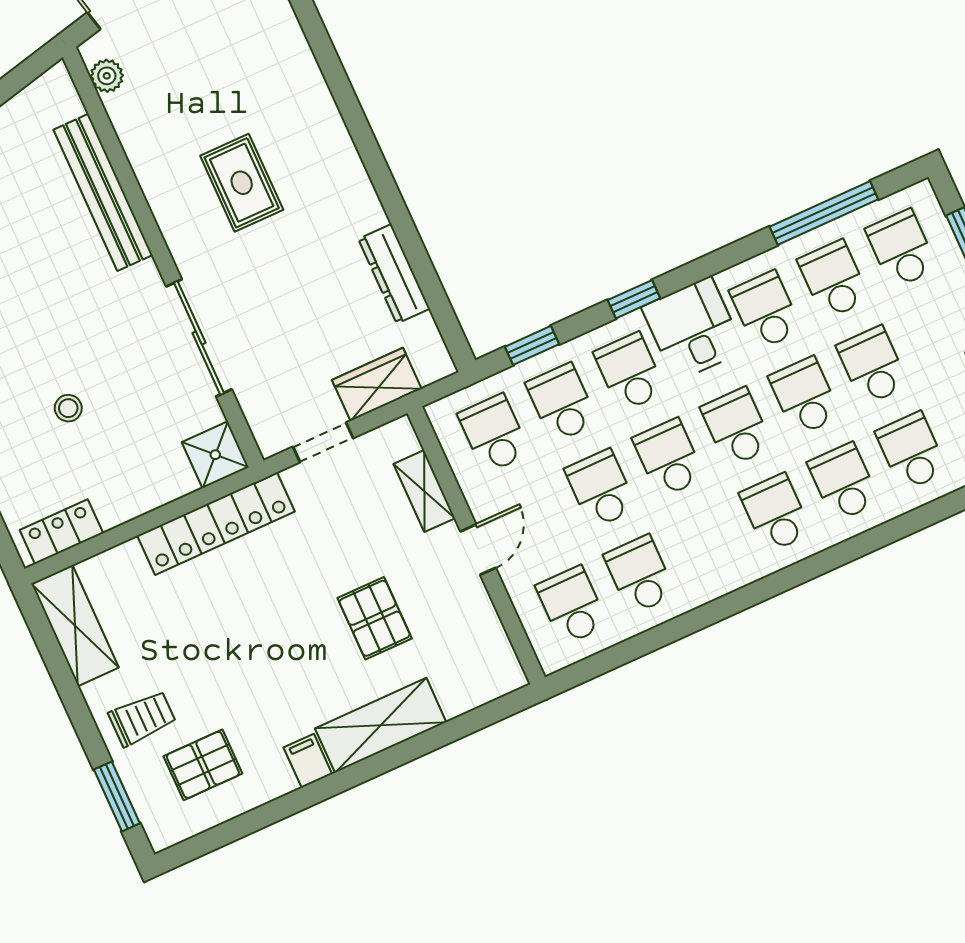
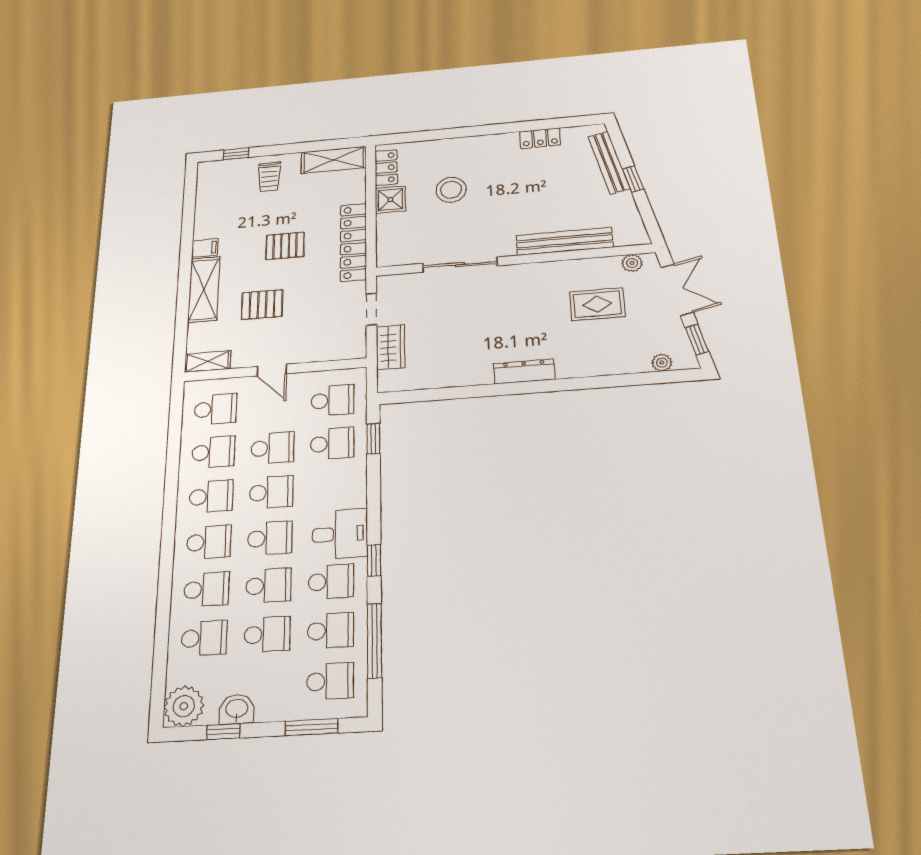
rug: (242, 183) -> (597, 304), moved
dresser: (394, 274) -> (524, 371), moved
window: (634, 299) -> (374, 560), moved
school desk: (630, 372) -> (211, 496), moved
stool: (68, 408) -> (451, 190), width x1.89, depth x1.89
shower: (215, 455) -> (390, 200), moved
shelving: (424, 491) -> (208, 361), moved
pallet: (203, 765) -> (285, 246), moved, turned 90
window: (117, 796) -> (236, 154), width x0.67

